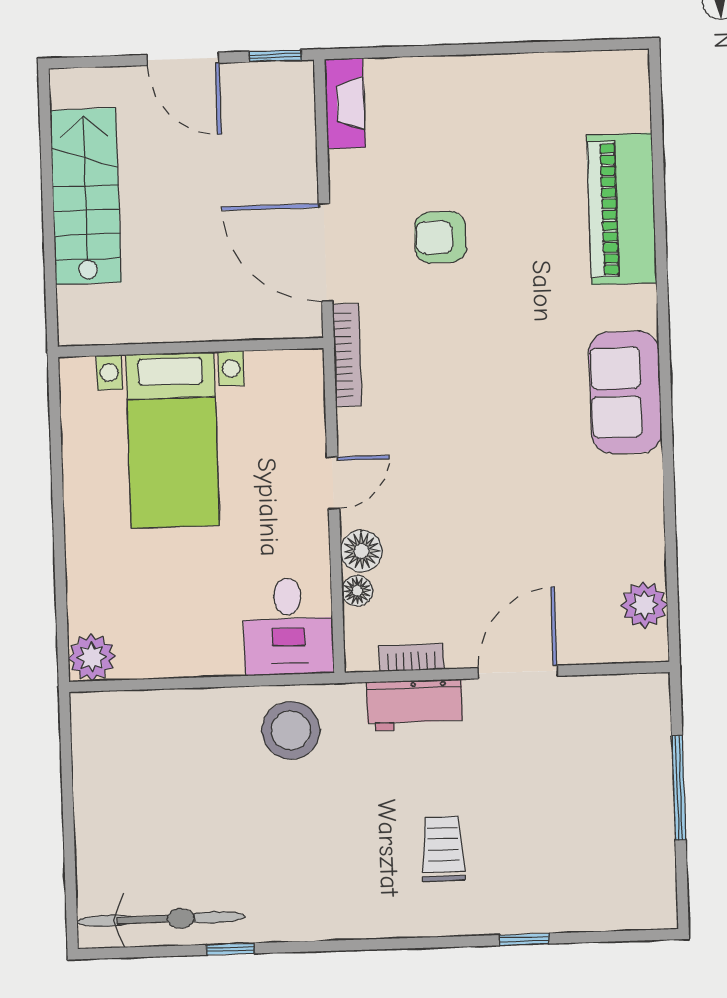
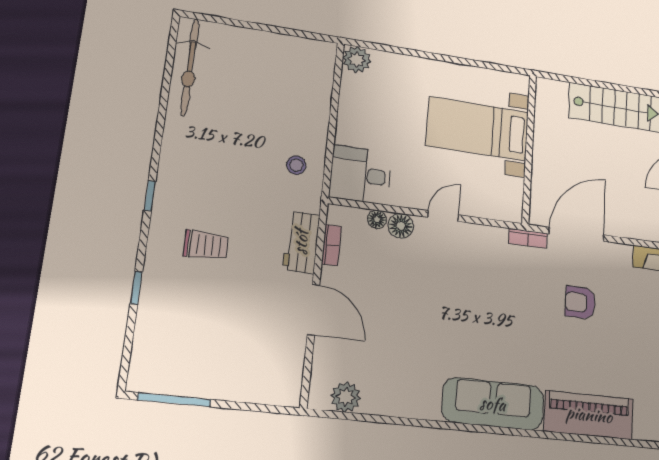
armchair: (440, 237) -> (580, 303), turned -89
bookcase: (347, 355) -> (528, 238), width x0.64
sofa: (625, 392) -> (493, 404), width x1.36
door: (333, 483) -> (443, 216), swing flipped
stool: (291, 730) -> (296, 165), width x0.53, depth x0.53
window: (679, 788) -> (174, 400), moved
window: (230, 949) -> (150, 196), moved

